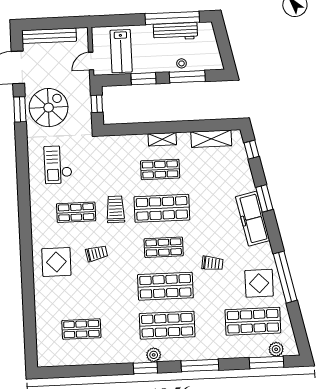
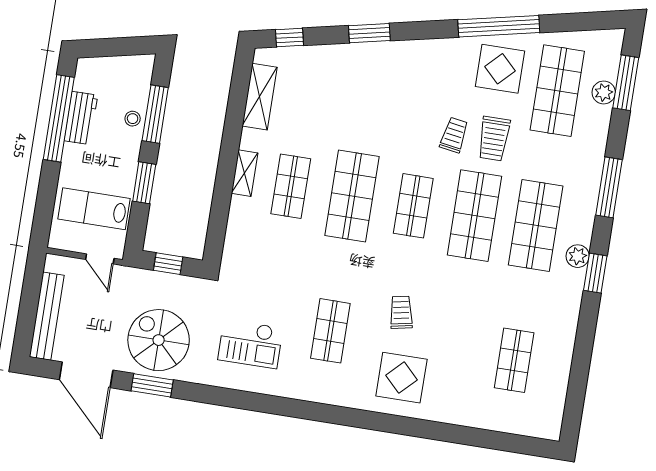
workbench: (175, 31) -> (81, 118), width x0.73
lab bench: (121, 51) -> (94, 209), turned 180
trolley: (116, 209) -> (494, 139), moved, turned -90
freezer: (253, 219) -> (397, 58), removed
plant: (276, 349) -> (604, 92), moved

